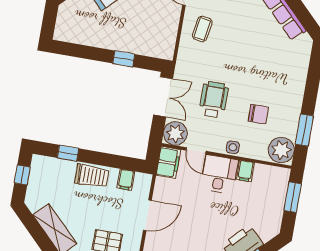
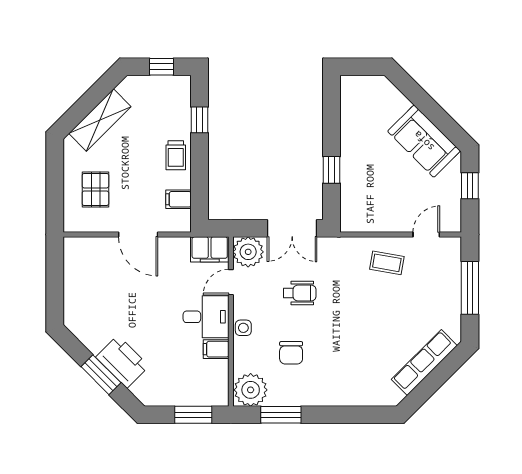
wheelchair: (214, 100) -> (300, 293), width x0.73, depth x0.73
trolley: (92, 176) -> (176, 155), width x0.73, depth x0.72

